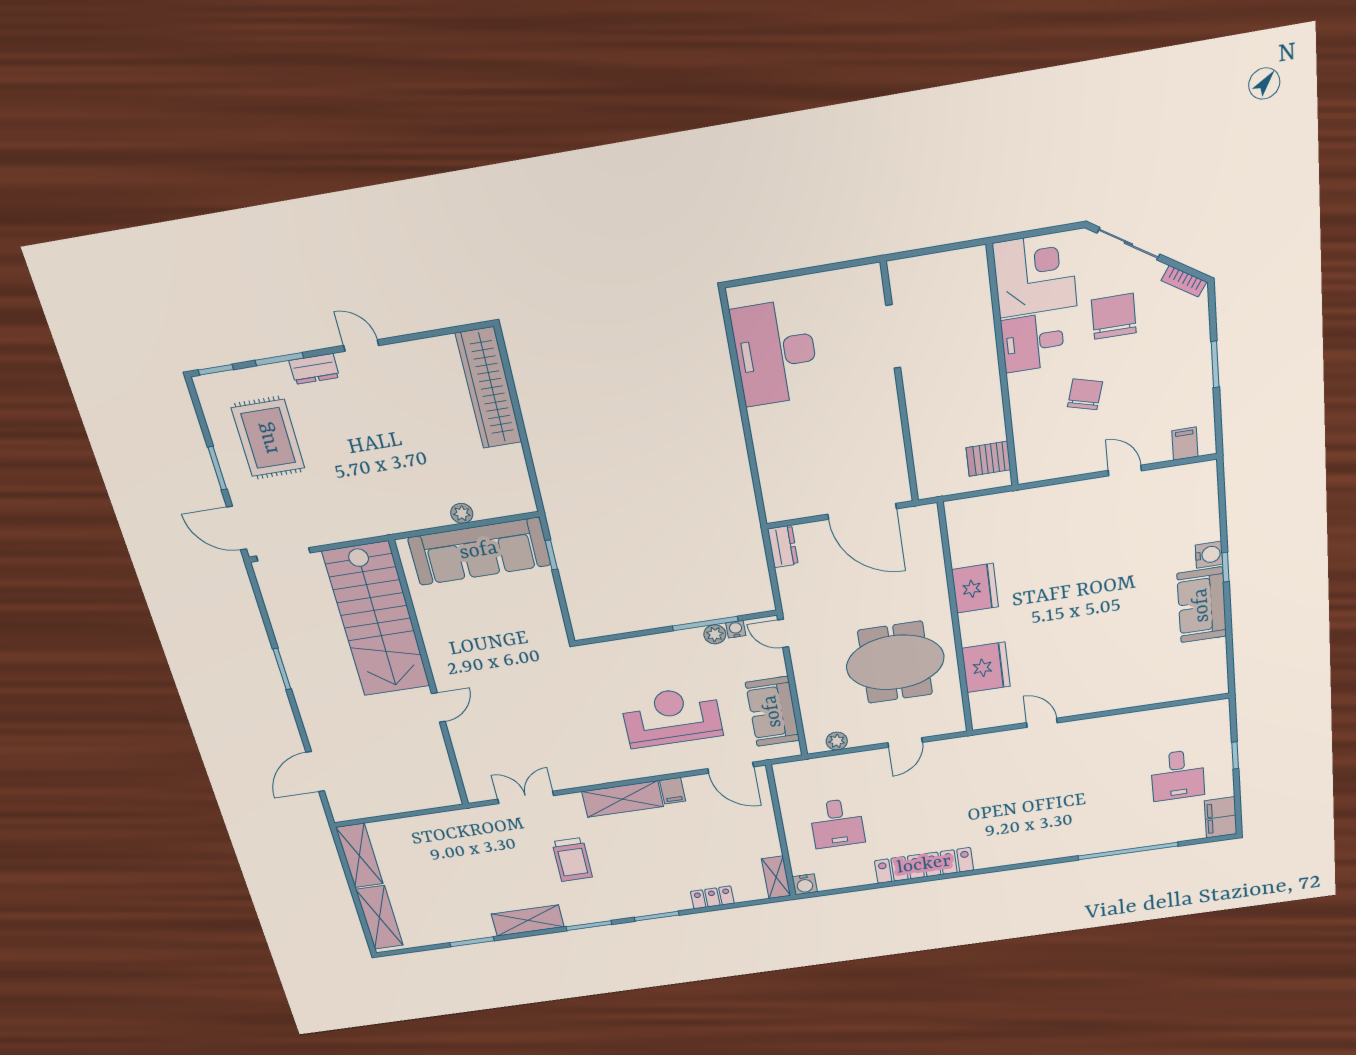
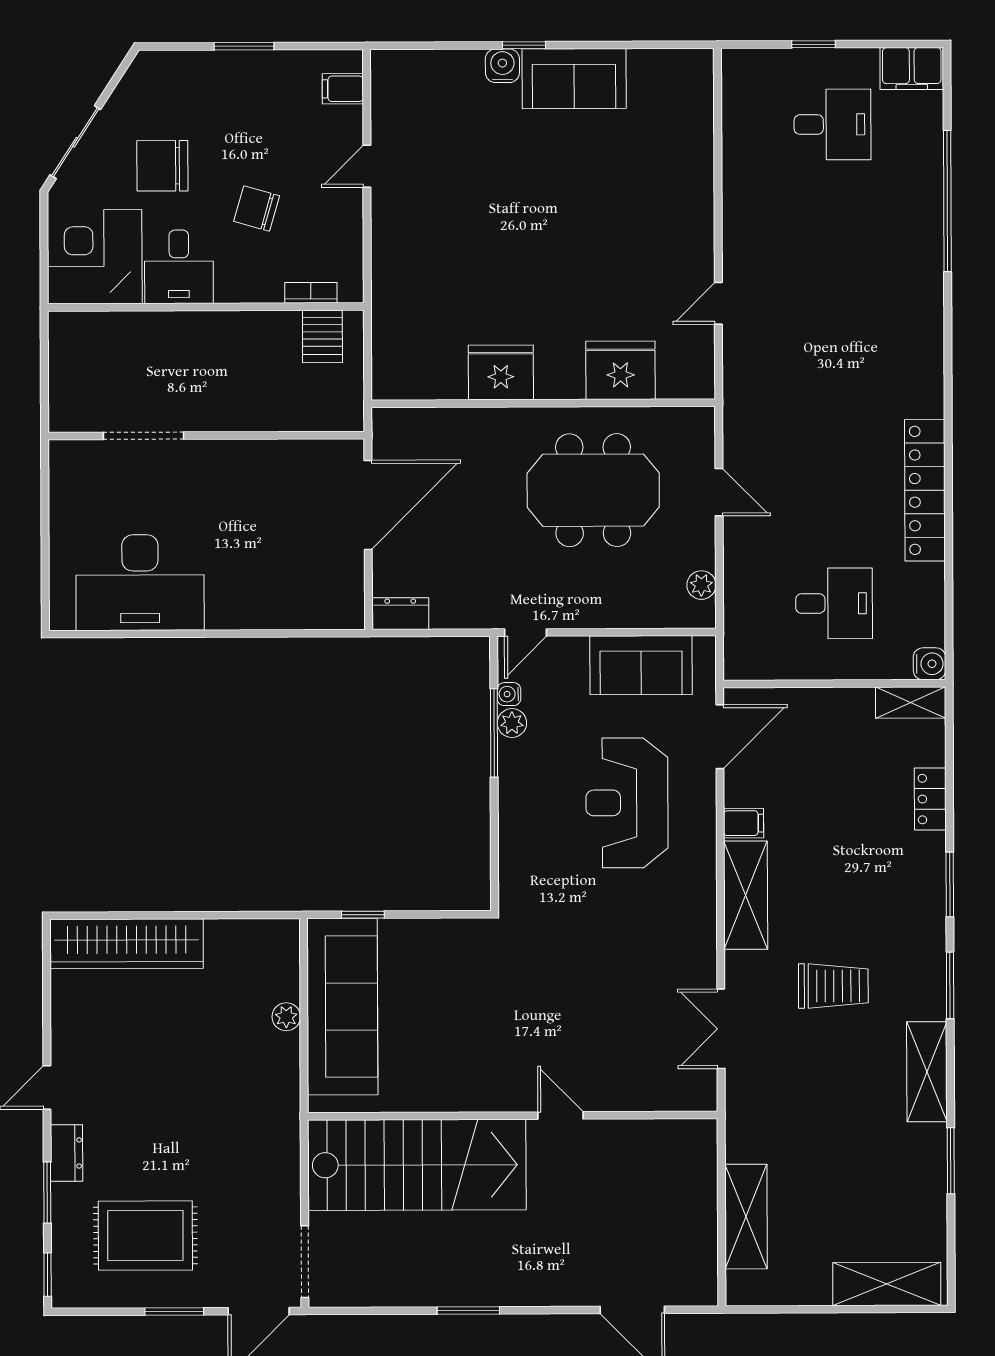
bookcase: (1184, 281) -> (311, 293), moved, turned -123
meeting table: (895, 662) -> (593, 490), turned 90
shelving: (360, 856) -> (746, 1217), moved, turned 90

